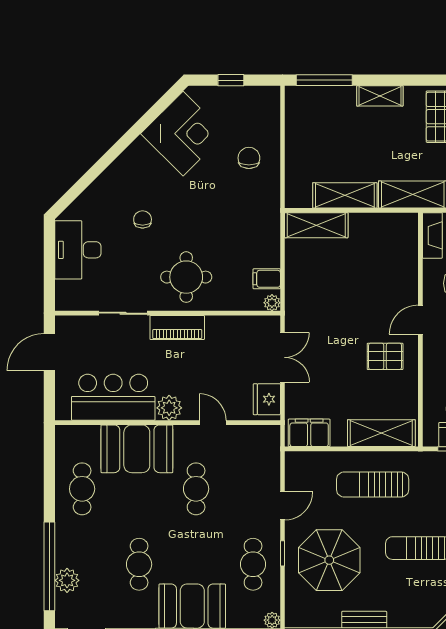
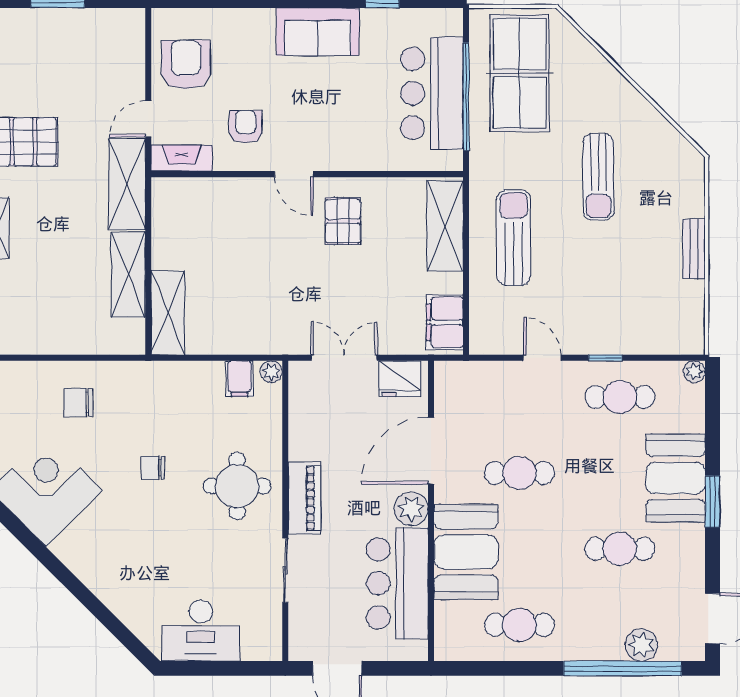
chair: (143, 219) -> (153, 468), moved
door: (213, 423) -> (431, 451), width x1.88
sun lounger: (373, 484) -> (514, 238), turned 180
parasol: (329, 560) -> (614, 295), removed

